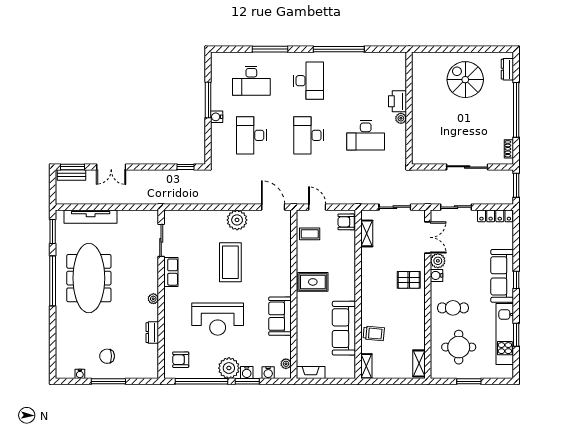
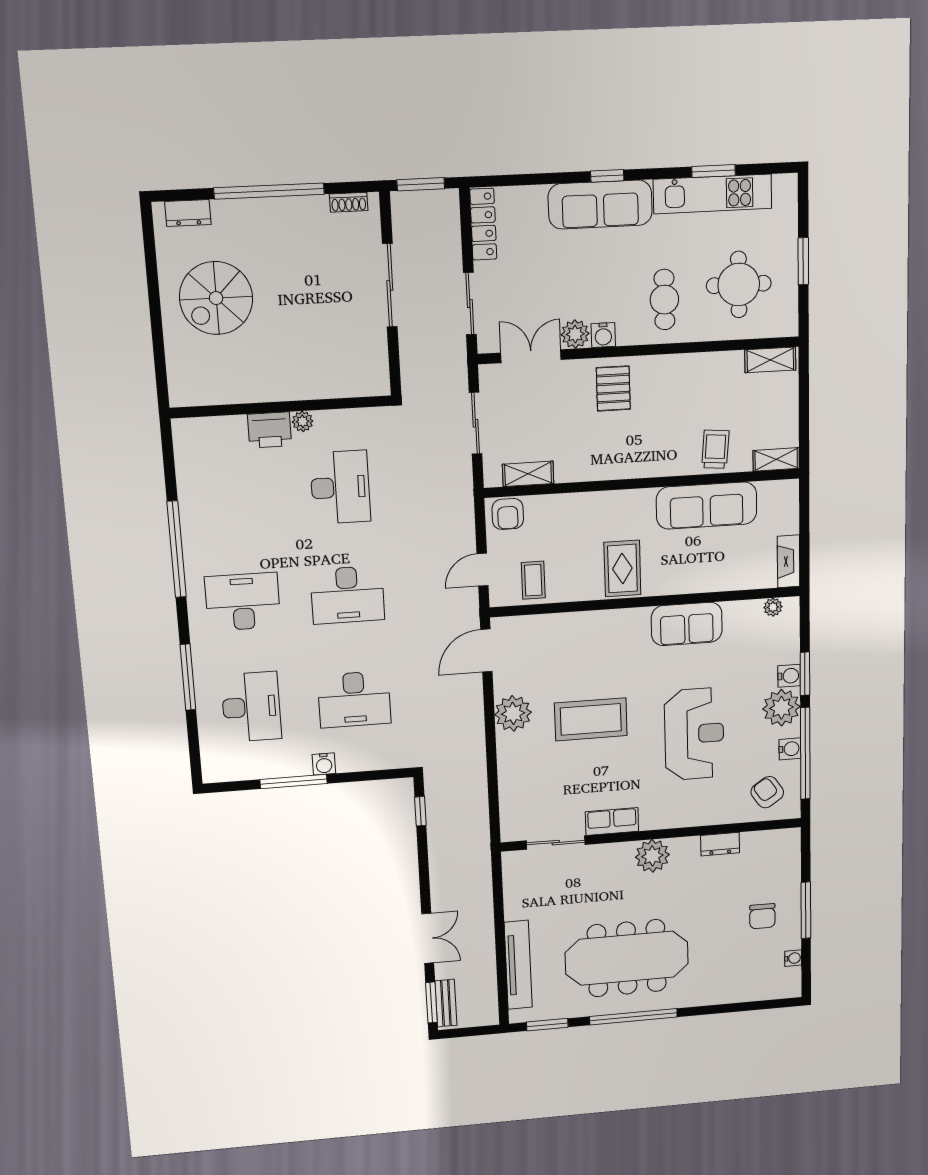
plant: (153, 299) -> (652, 856), width x1.87, depth x1.87
armchair: (181, 360) -> (767, 792), turned 146
water cooler: (268, 373) -> (790, 749), moved

